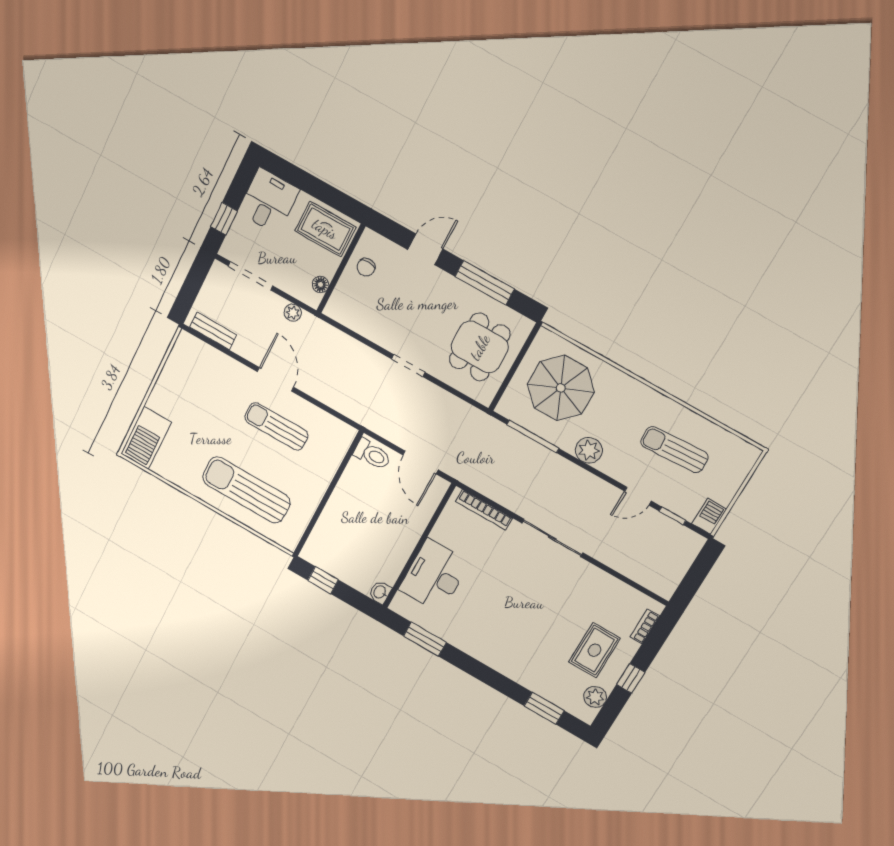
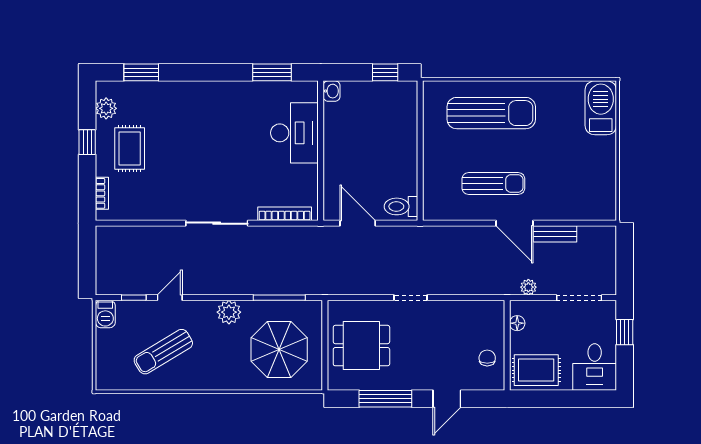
bench: (213, 331) -> (555, 234), moved
dining table: (480, 347) -> (361, 346), turned 90
sun lounger: (674, 450) -> (163, 352), turned 152

